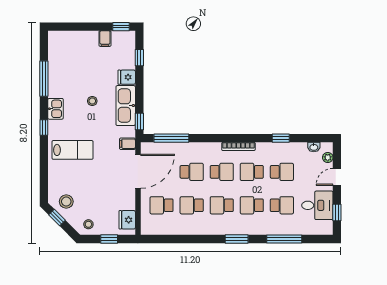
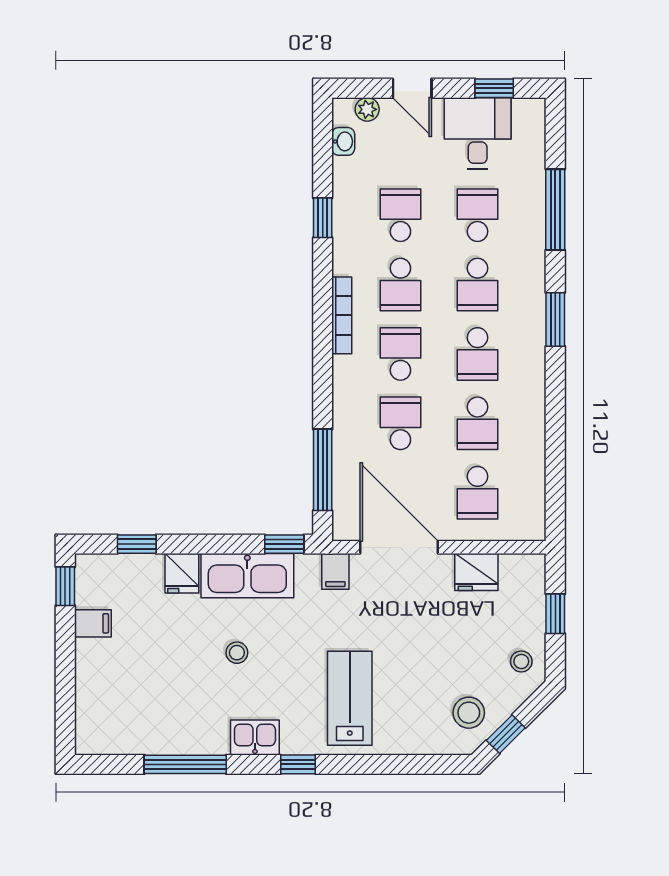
fridge: (127, 220) -> (476, 572), moved

